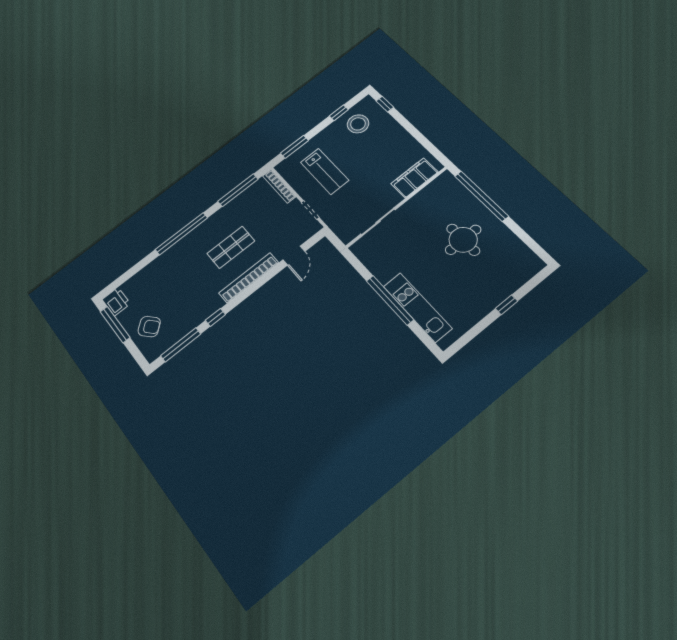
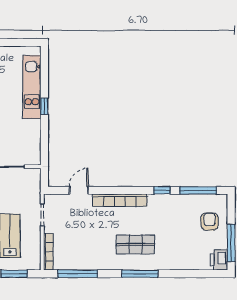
window: (181, 234) -> (140, 274), width x0.68
shop shelf: (231, 247) -> (136, 244), moved
window: (390, 300) -> (44, 106), width x0.32
armchair: (149, 327) -> (210, 222), turned 41

